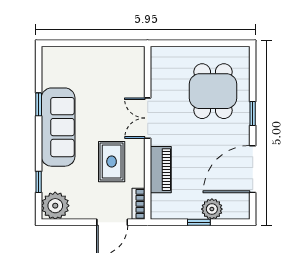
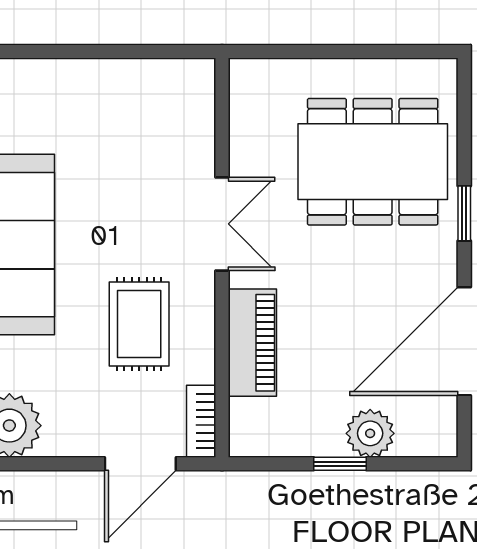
dining table: (213, 91) -> (373, 162), width x1.38
double door: (148, 118) -> (222, 224), swing flipped

